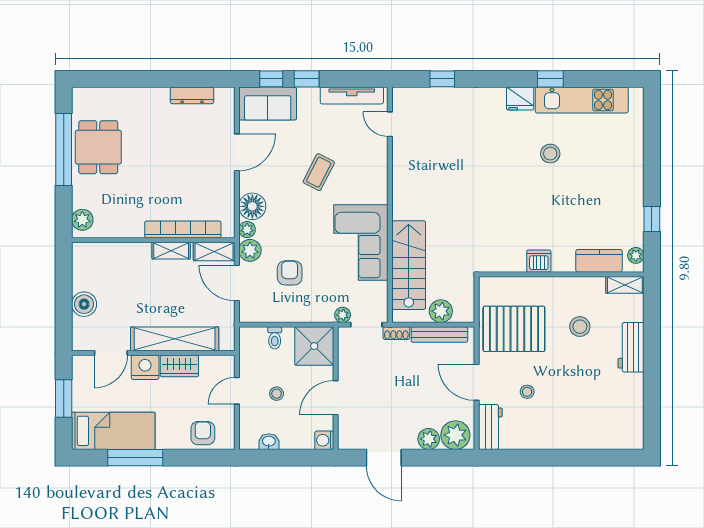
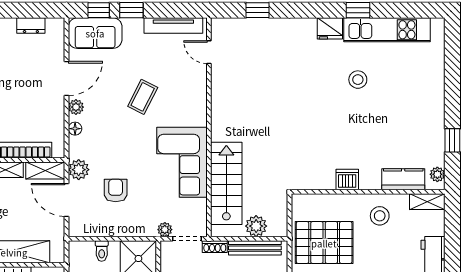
dresser: (192, 95) -> (31, 25), width x0.70
floor lamp: (252, 206) -> (75, 129), width x0.53, depth x0.53
plant: (247, 230) -> (76, 107), moved
stool: (580, 327) -> (380, 216), moved

